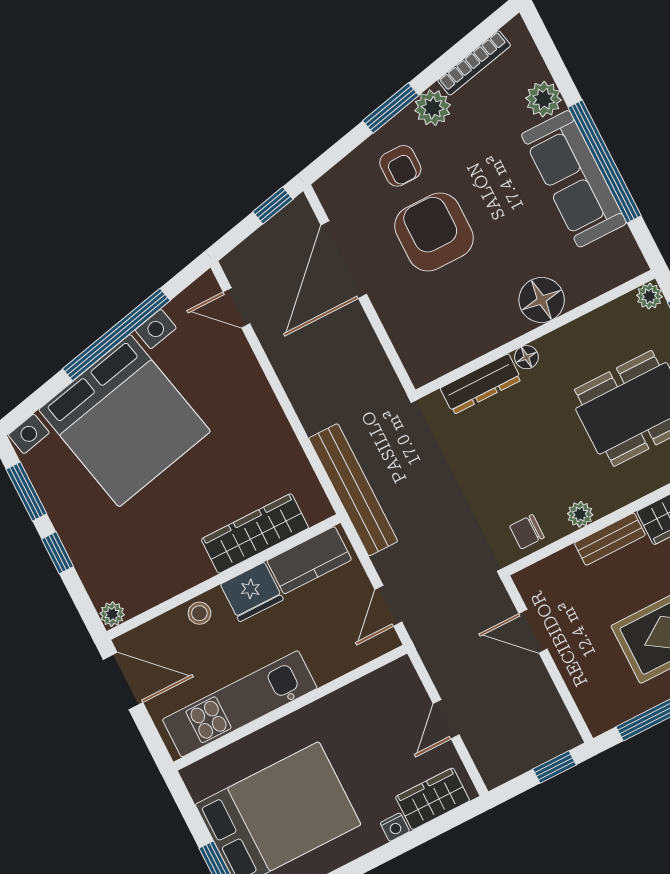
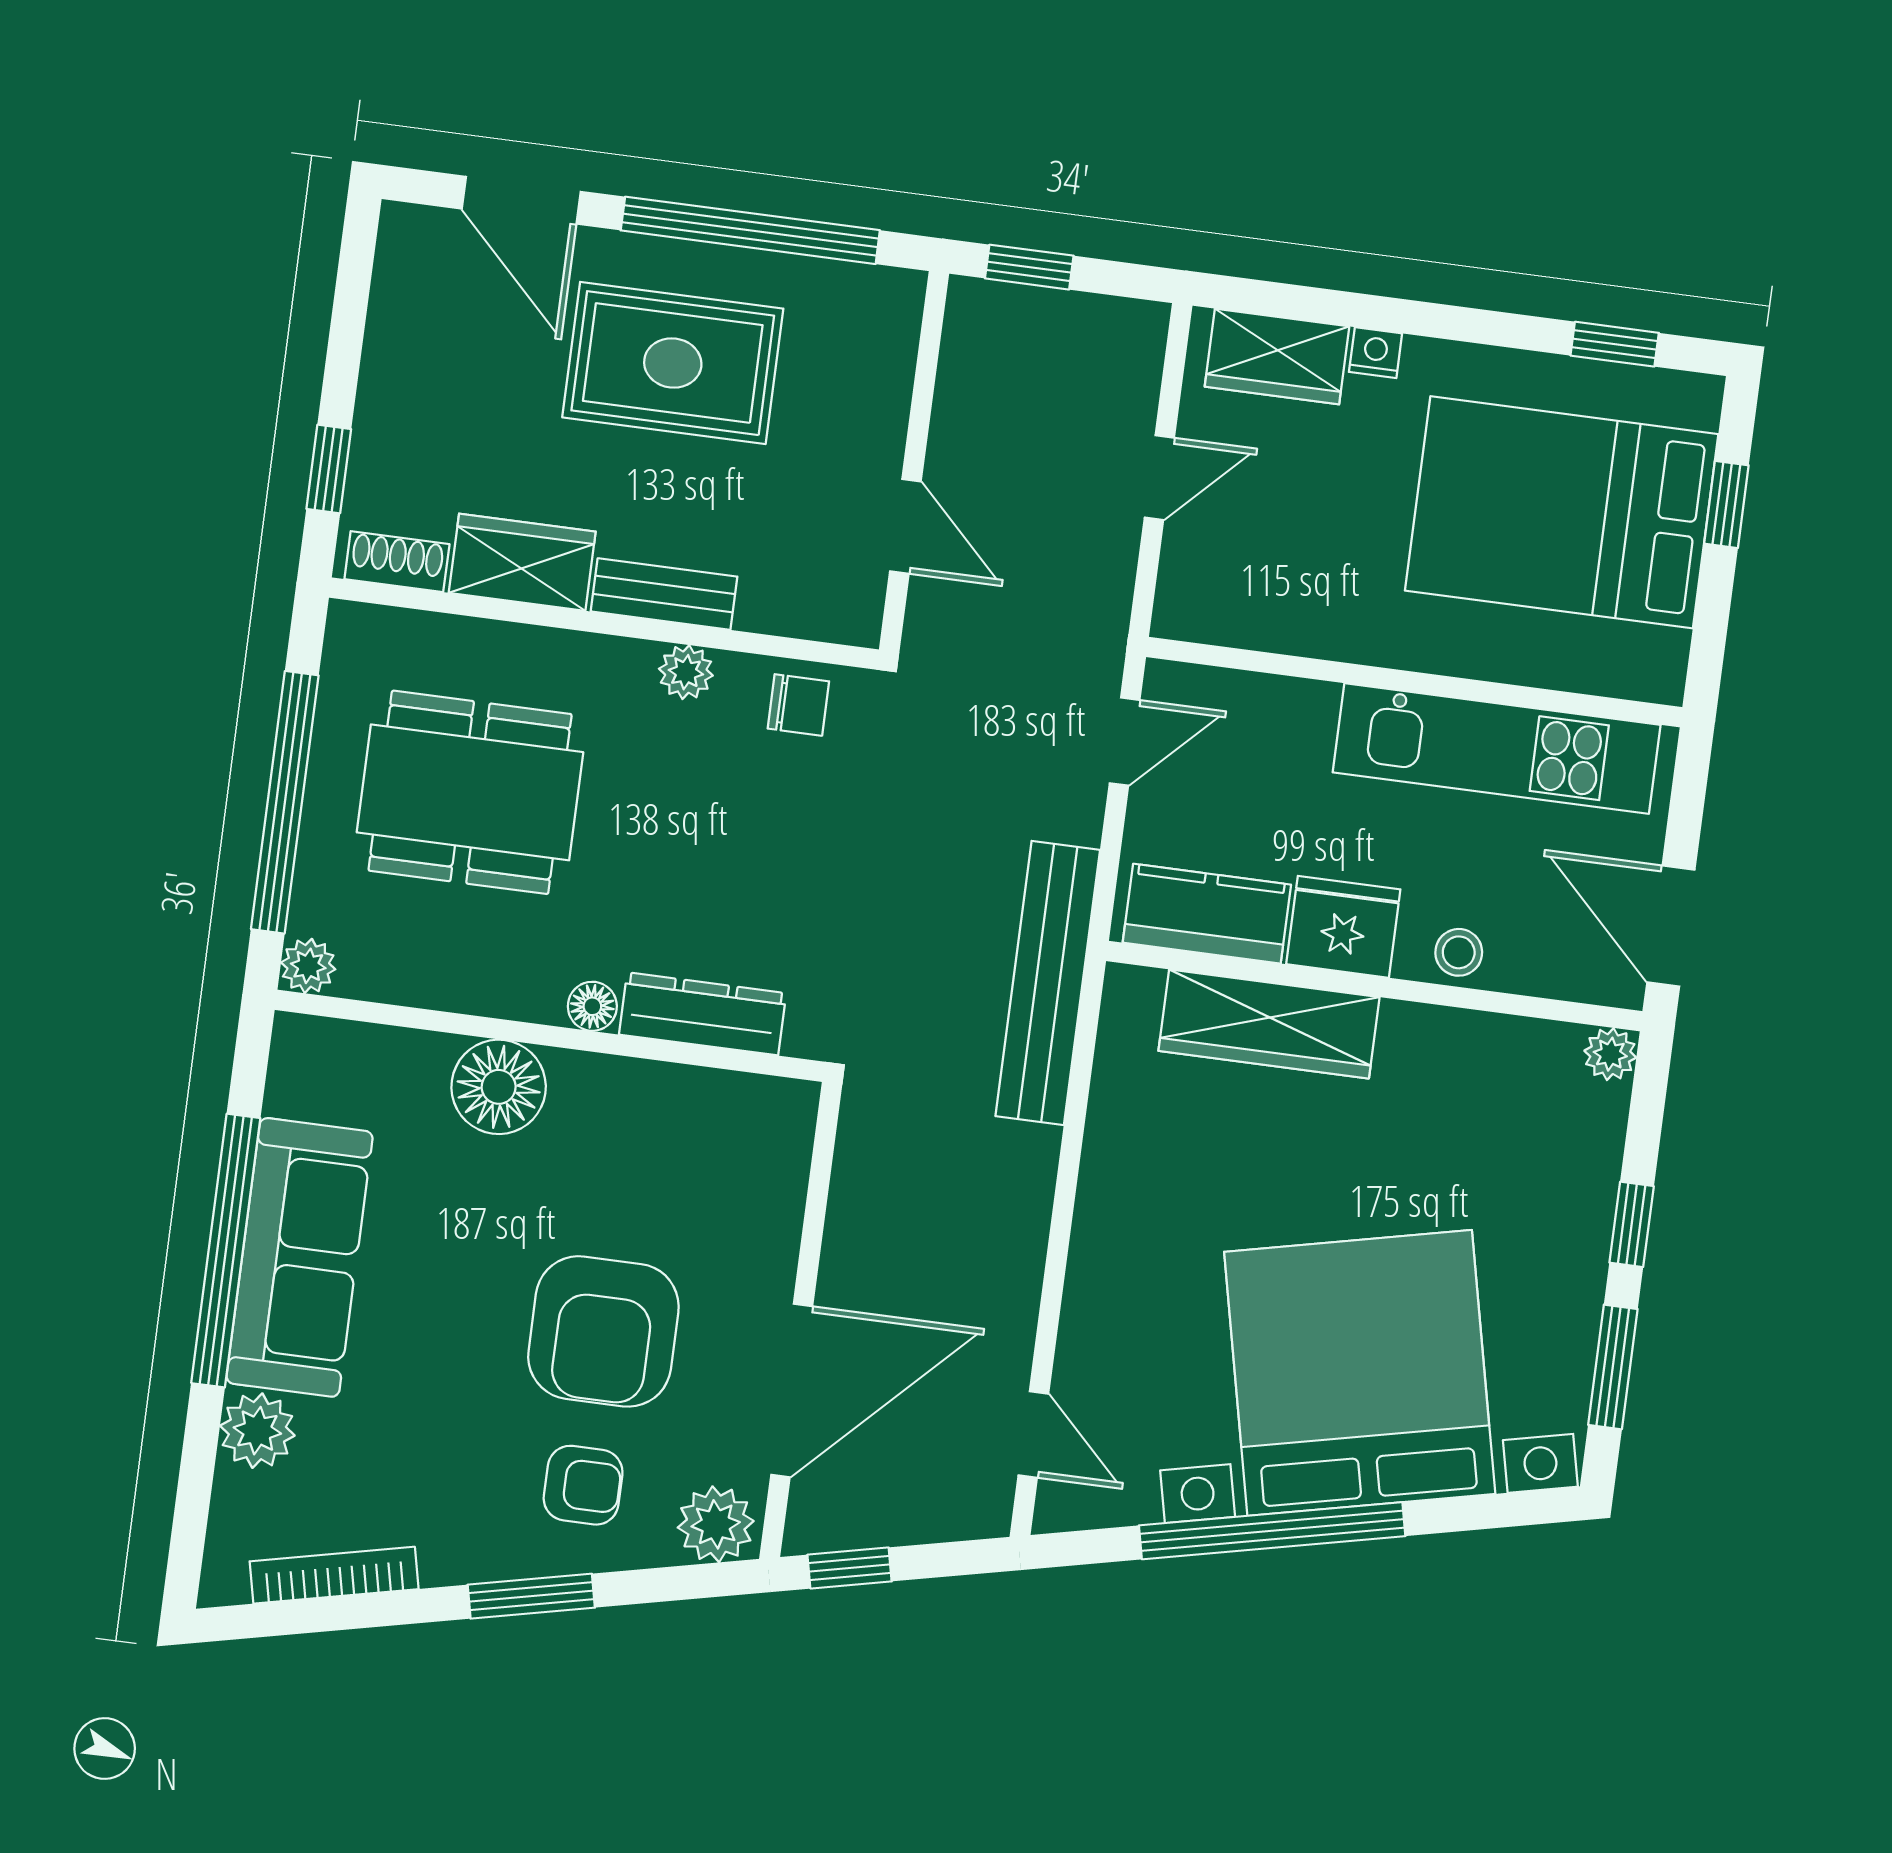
plant: (433, 108) -> (716, 1524), moved
armchair: (400, 166) -> (583, 1485), turned 90

